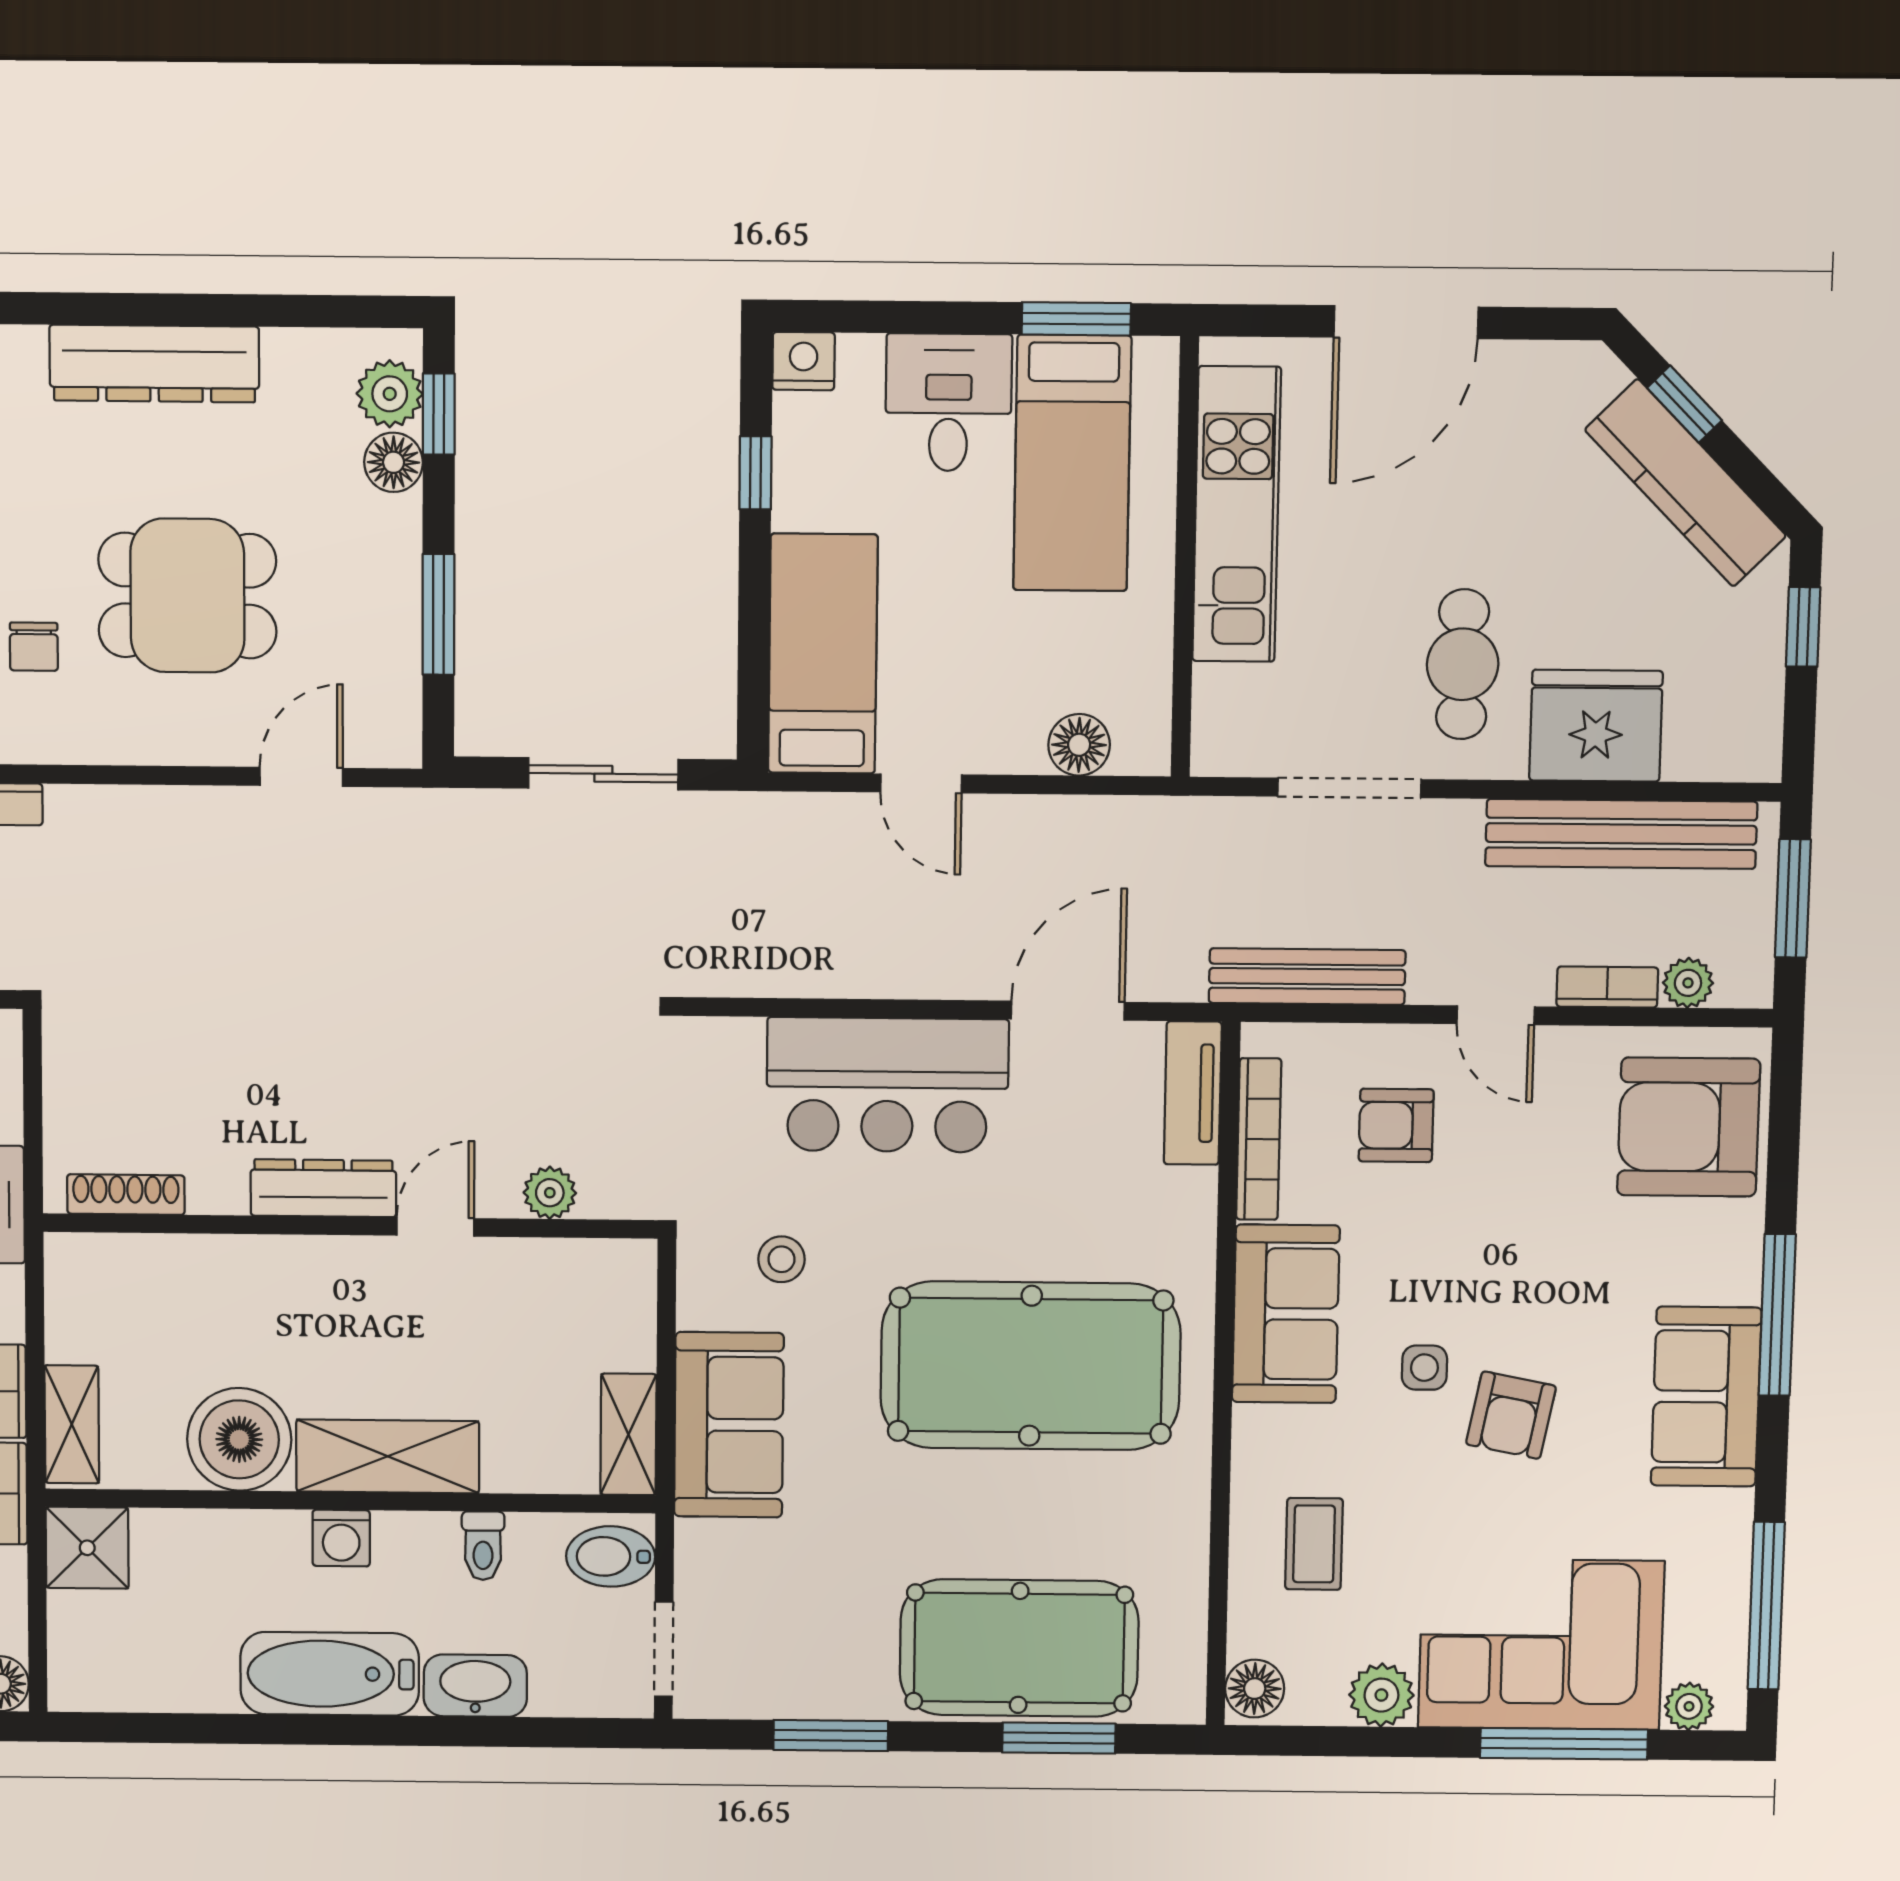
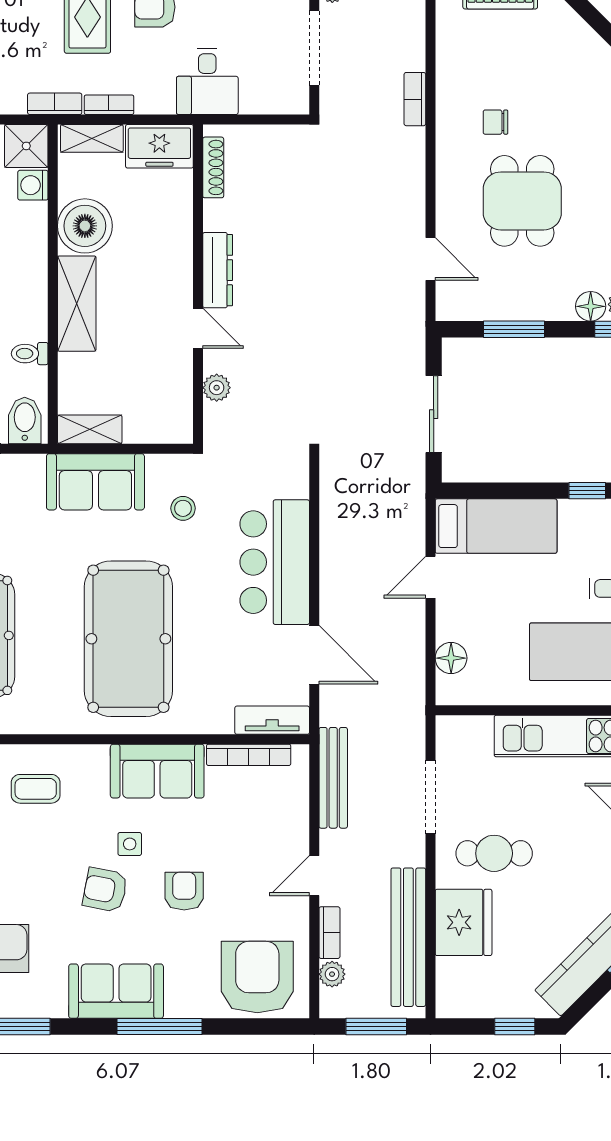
armchair: (1396, 1125) -> (184, 891), moved
freezer: (86, 1297) -> (159, 146), added
washing machine: (341, 1538) -> (33, 185), moved

